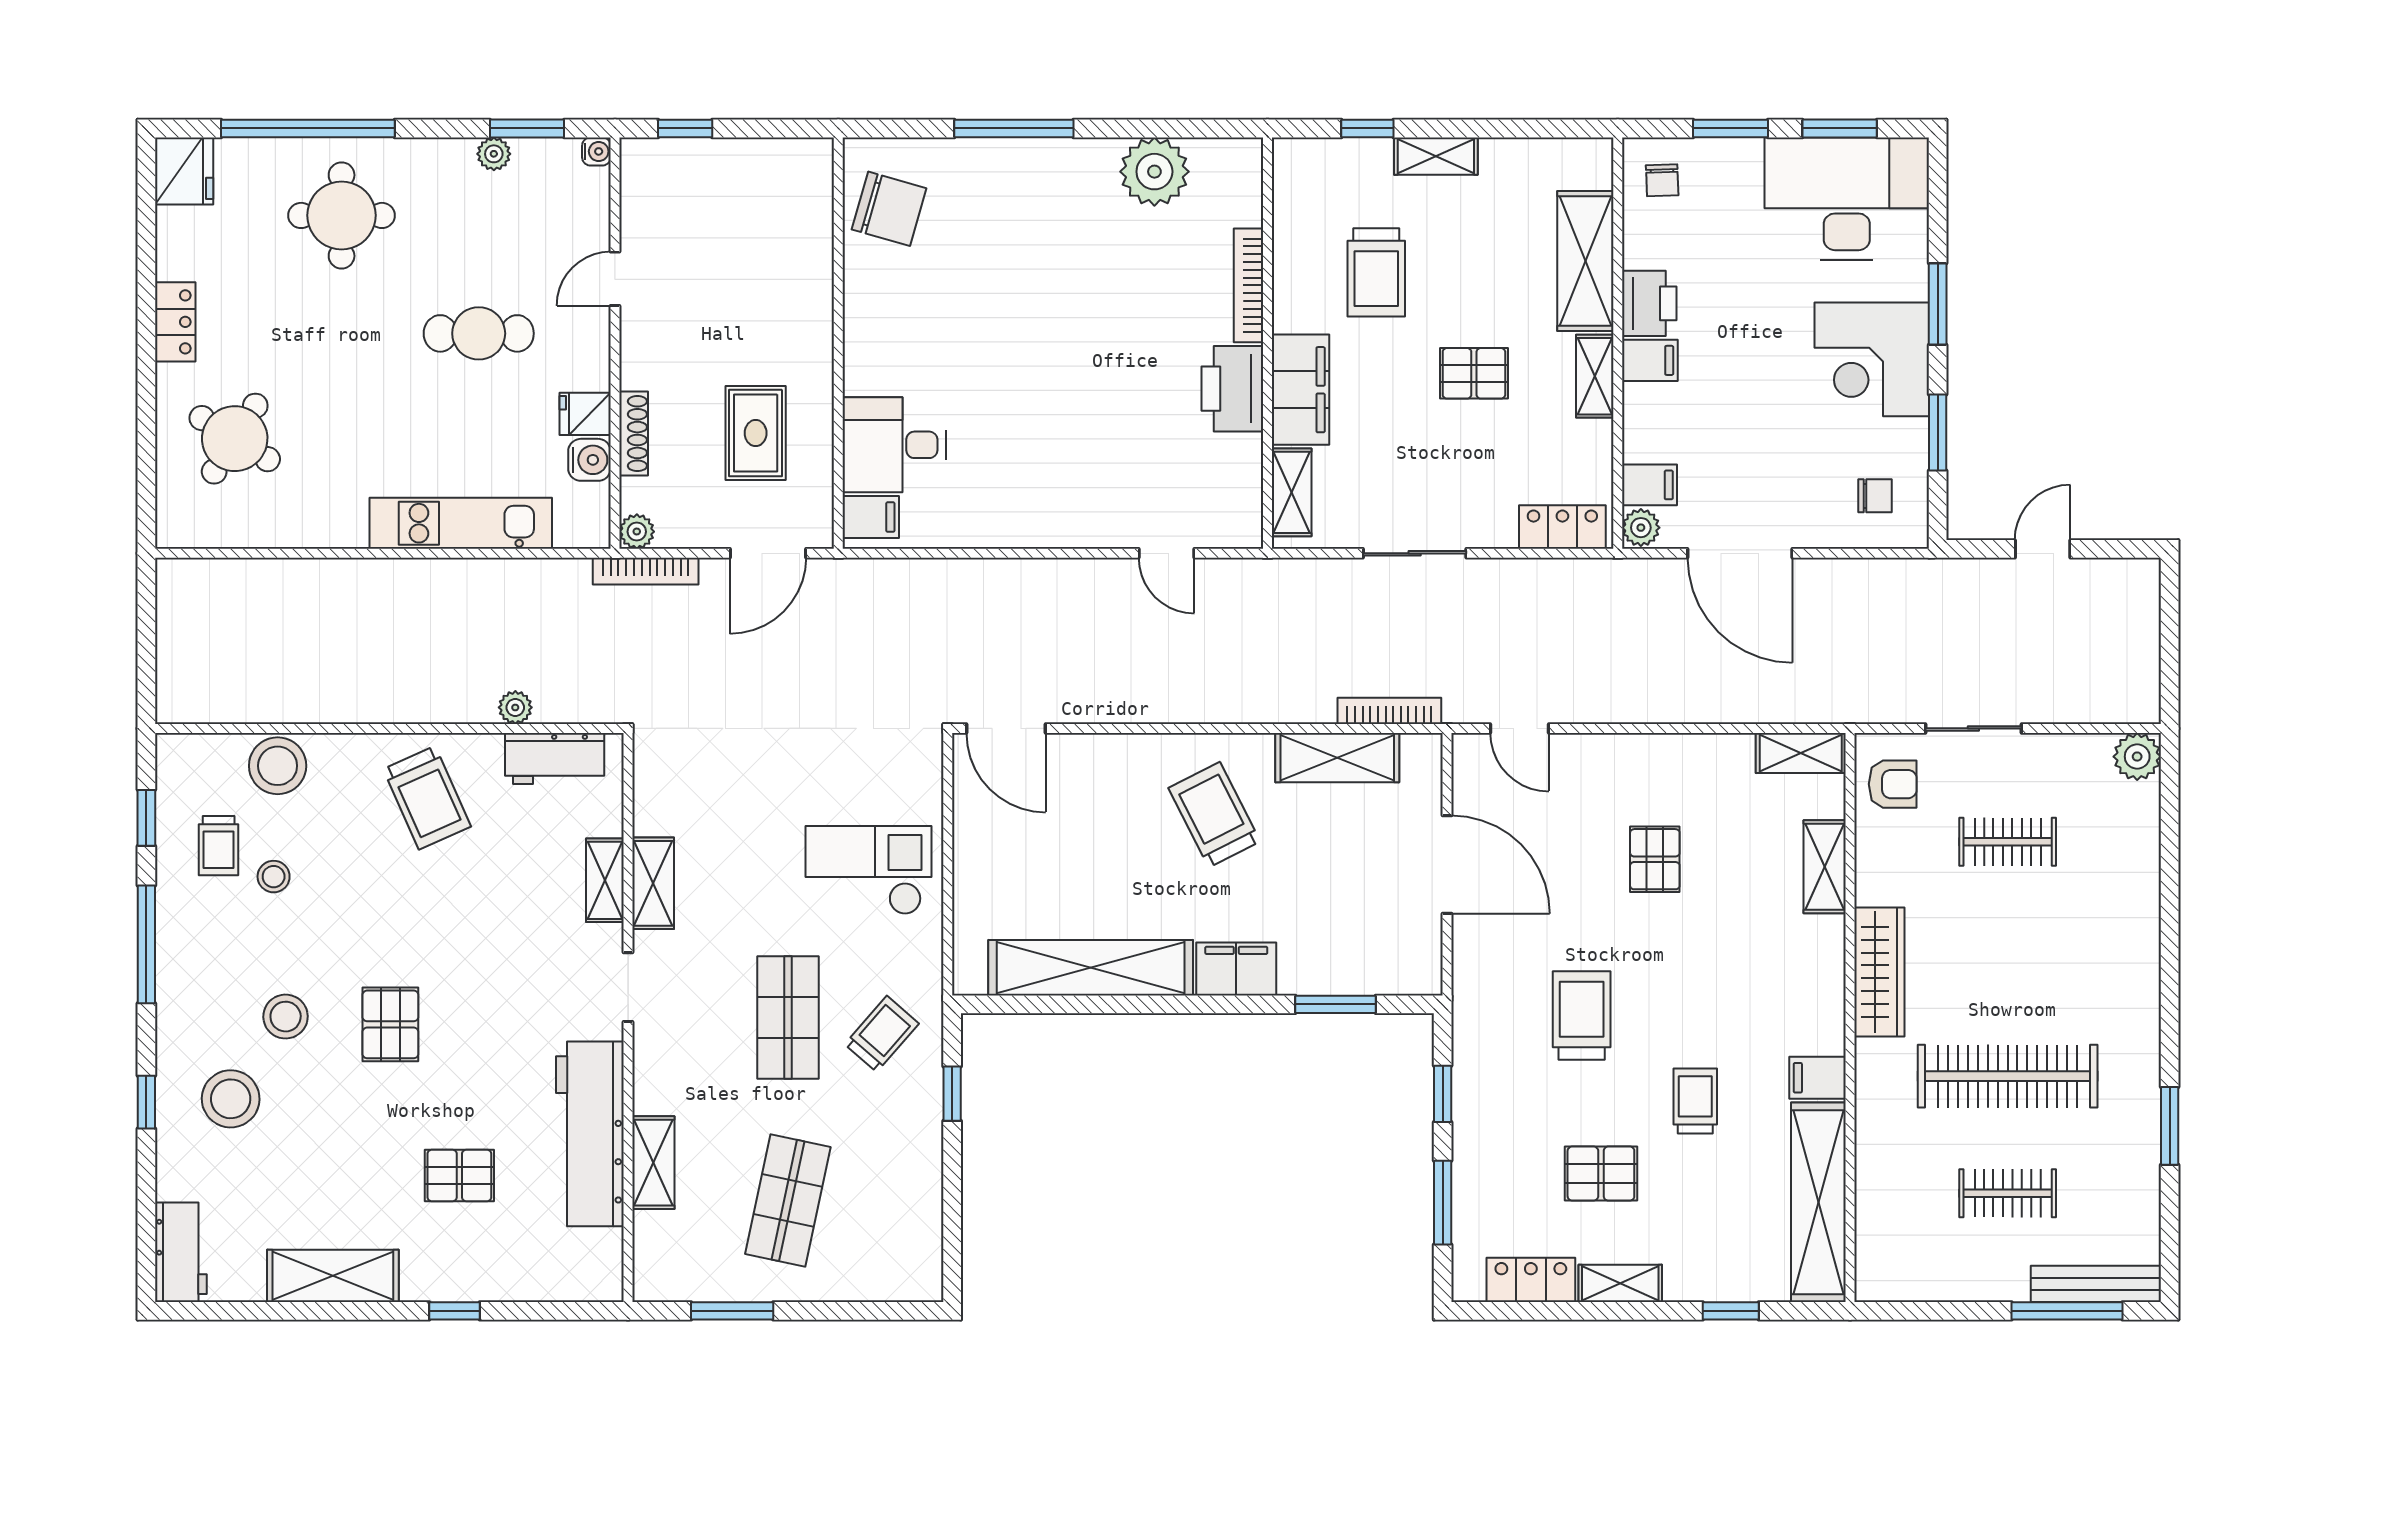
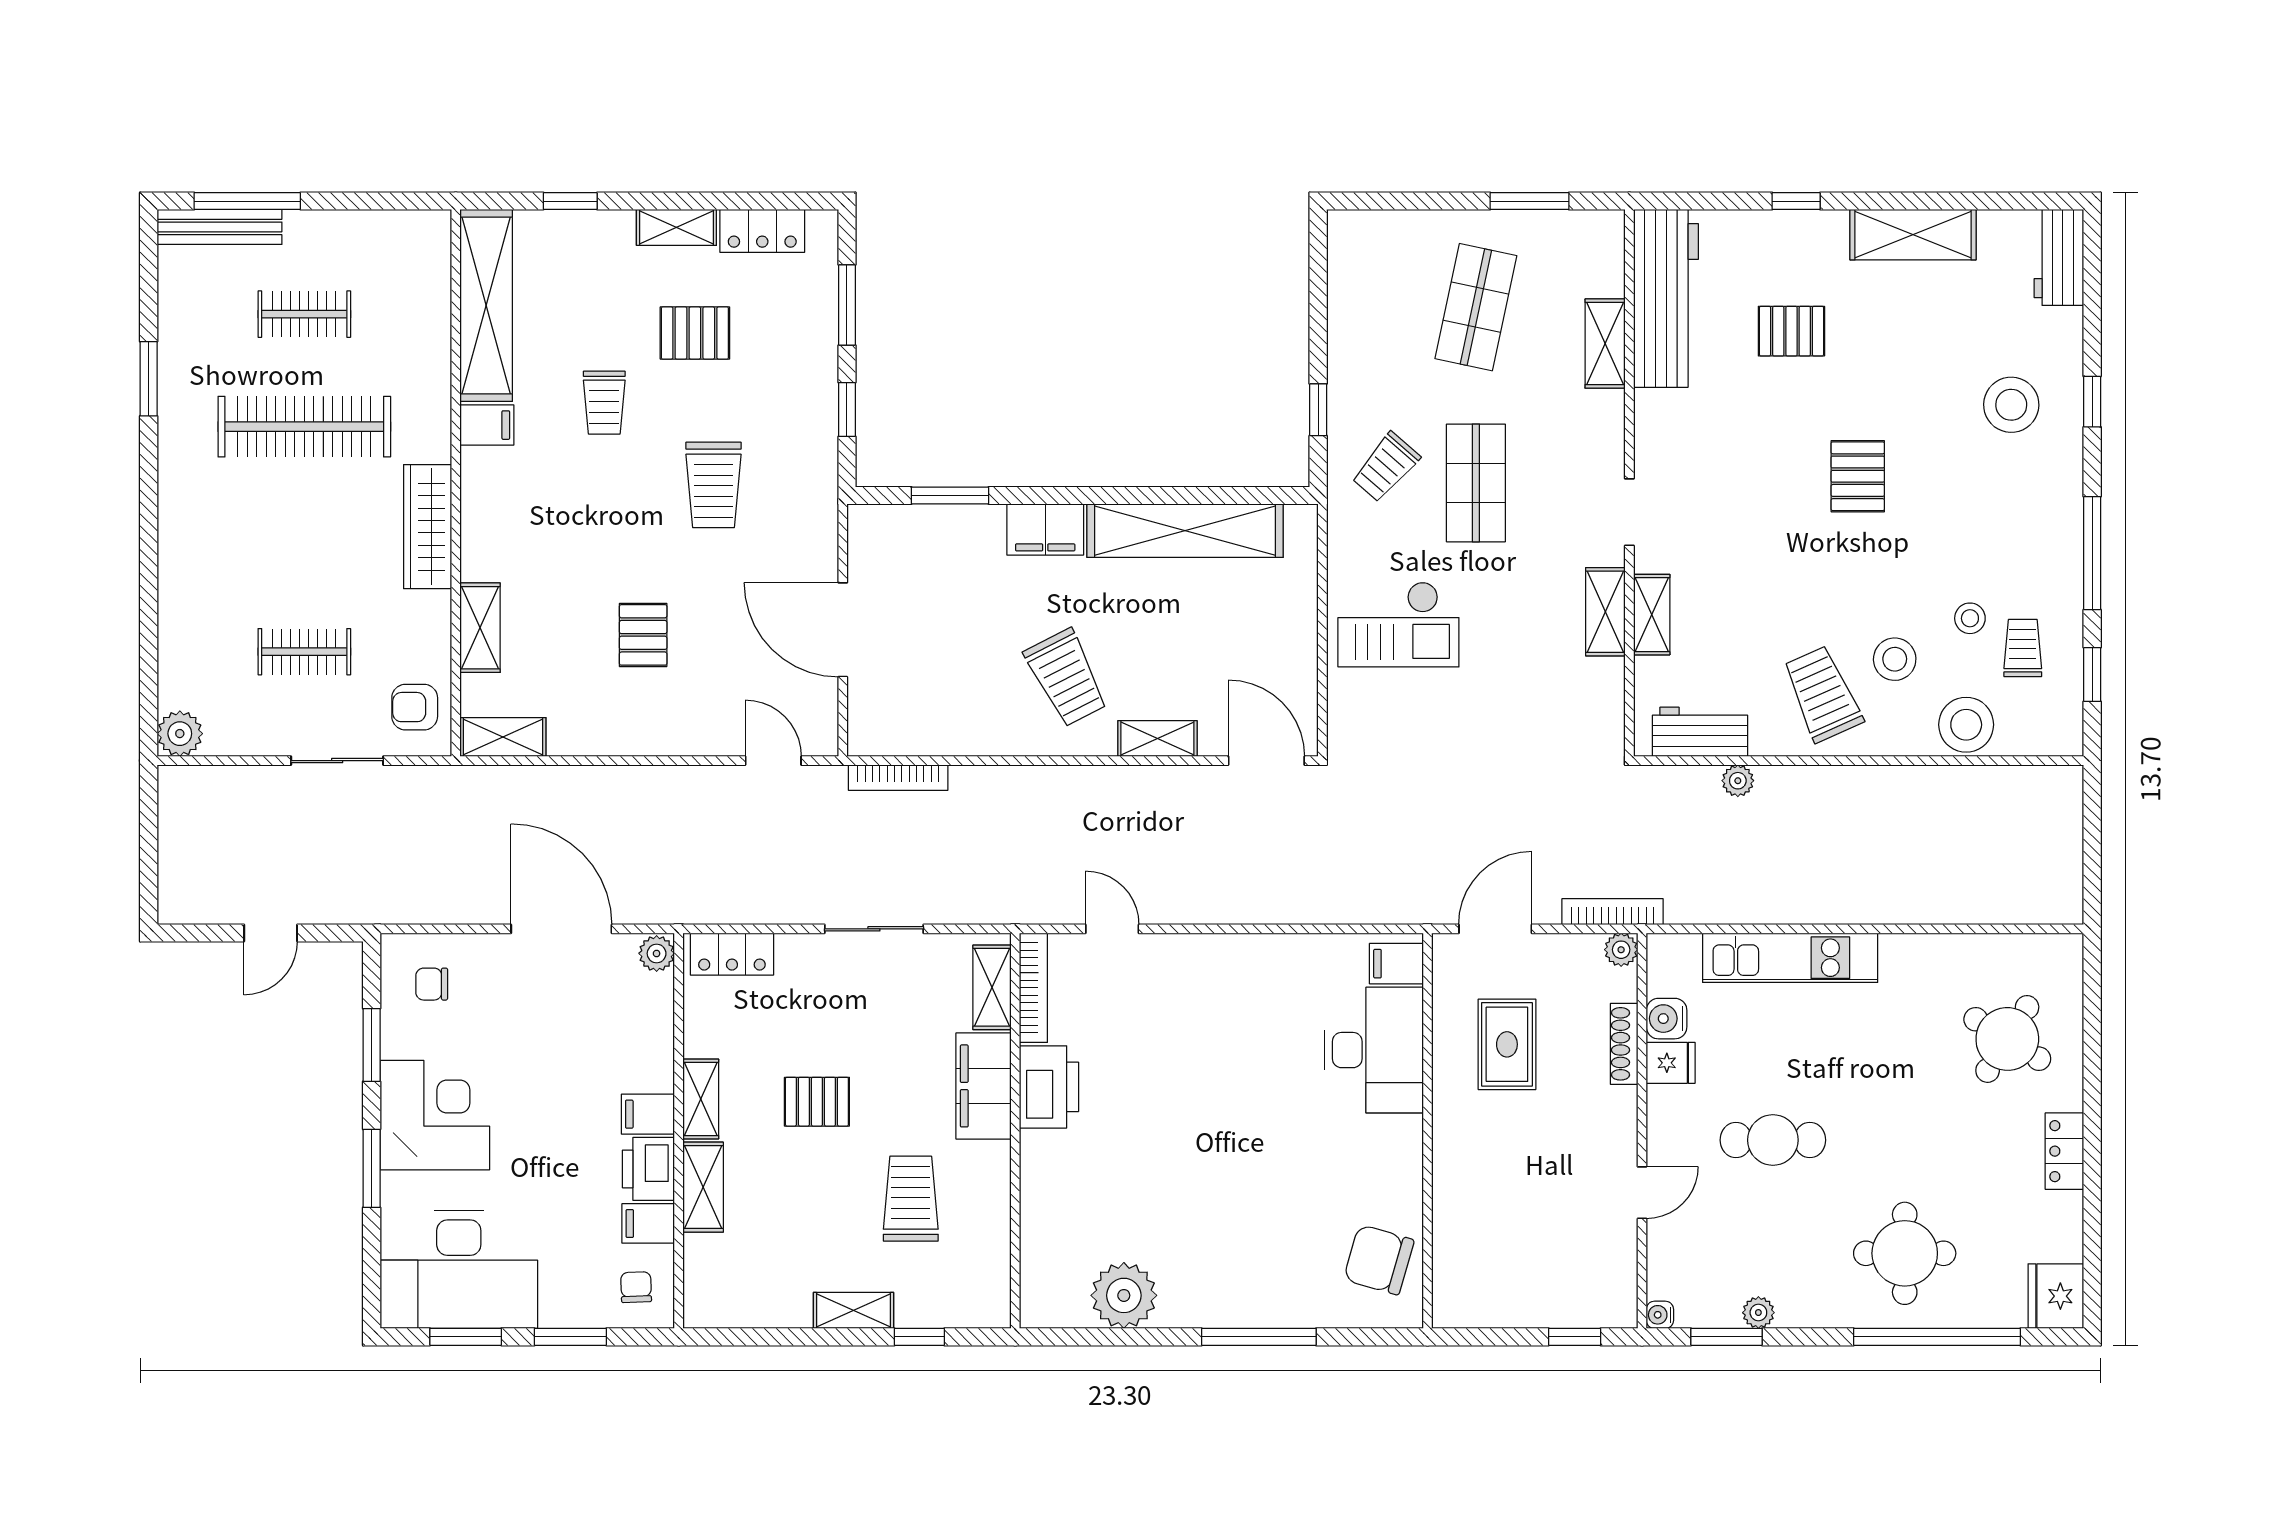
shelving: (1585, 261) -> (703, 1187), width x0.67, depth x0.75
bookcase: (1249, 285) -> (1033, 988), moved
desk: (894, 445) -> (1374, 1050), width x1.37
filing cabinet: (1650, 485) -> (648, 1223), moved
shelving: (1337, 758) -> (1157, 739), moved, width x0.67, depth x0.75
stool: (286, 1017) -> (1895, 659), moved
workbench: (590, 1134) -> (1666, 298), moved

